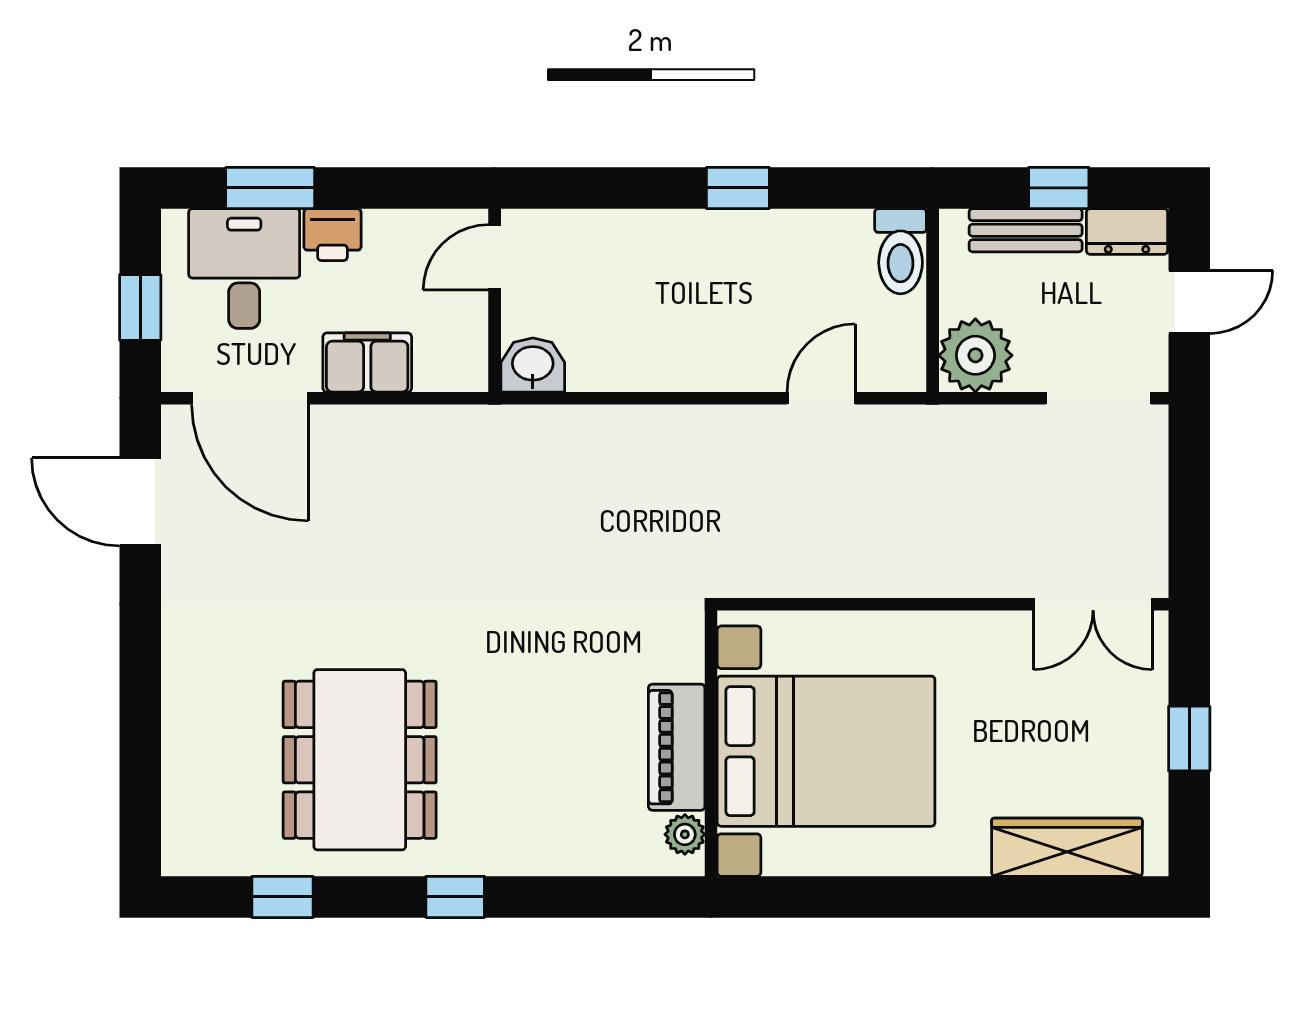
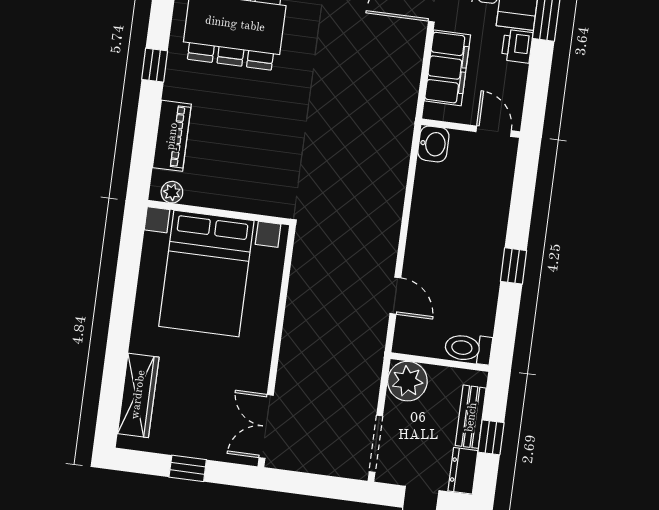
filing cabinet: (367, 362) -> (447, 68), width x1.50, depth x1.17
piano: (677, 747) -> (172, 136), moved, turned 90

